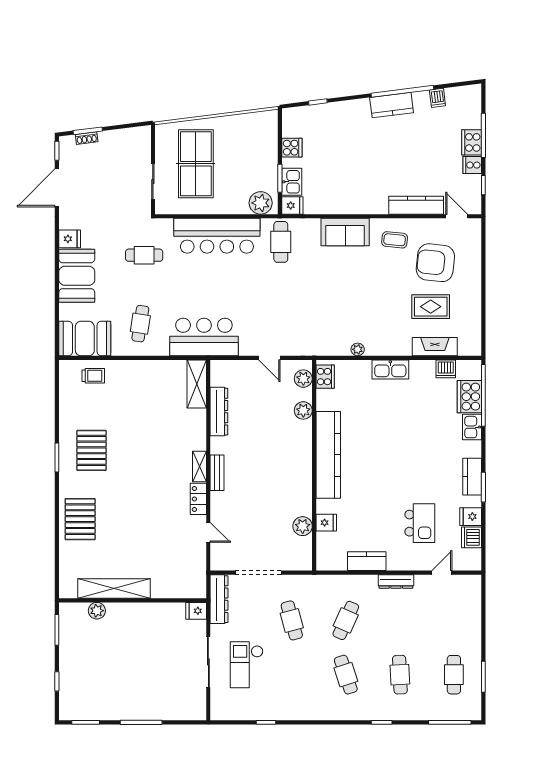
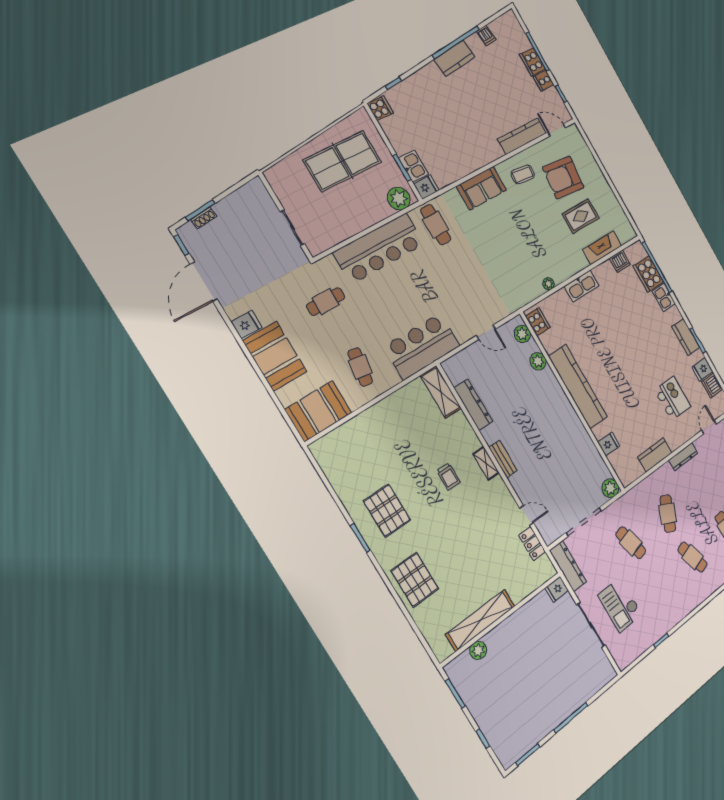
cooker: (292, 148) -> (380, 108), moved
table tennis table: (196, 164) -> (342, 161), moved, turned 90
trolley: (93, 376) -> (448, 476), moved, turned 90
locker: (198, 499) -> (532, 544), moved
plant: (303, 526) -> (610, 488), moved

